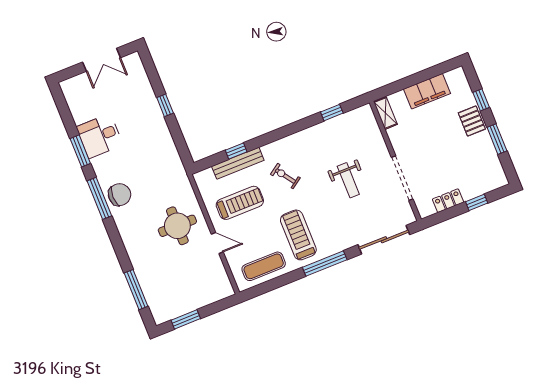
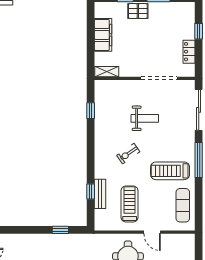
window: (165, 105) -> (60, 230), moved
bench: (238, 163) -> (100, 194), width x0.73
exercise bike: (285, 176) -> (128, 154), moved
door: (217, 243) -> (152, 232), swing flipped

